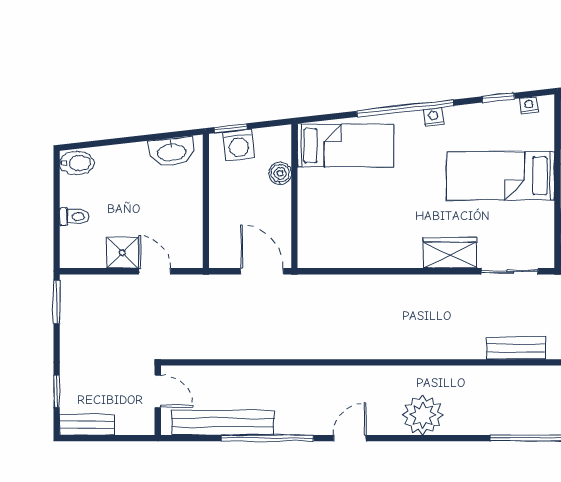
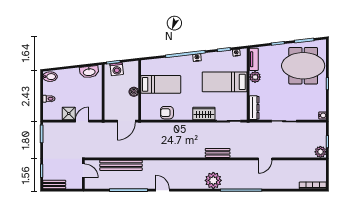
bed: (345, 146) -> (161, 84), moved
boiler: (280, 173) -> (134, 92), moved
armchair: (360, 250) -> (167, 113), added
door: (155, 271) -> (82, 121), hinge flipped
door: (262, 271) -> (126, 121), swing flipped
bench: (516, 348) -> (218, 153), moved
plant: (423, 415) -> (213, 180), moved
bench: (223, 422) -> (121, 165), moved
door: (350, 438) -> (163, 190), hinge flipped

